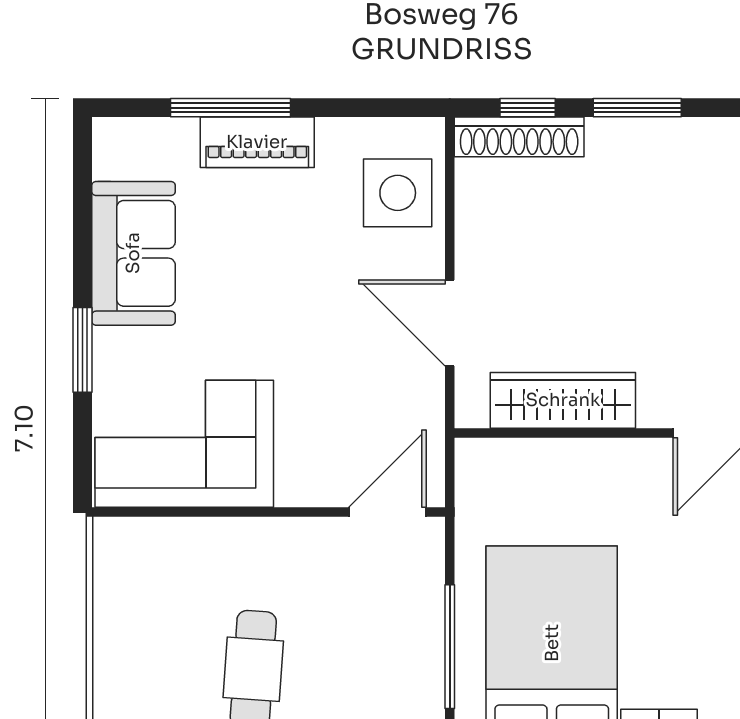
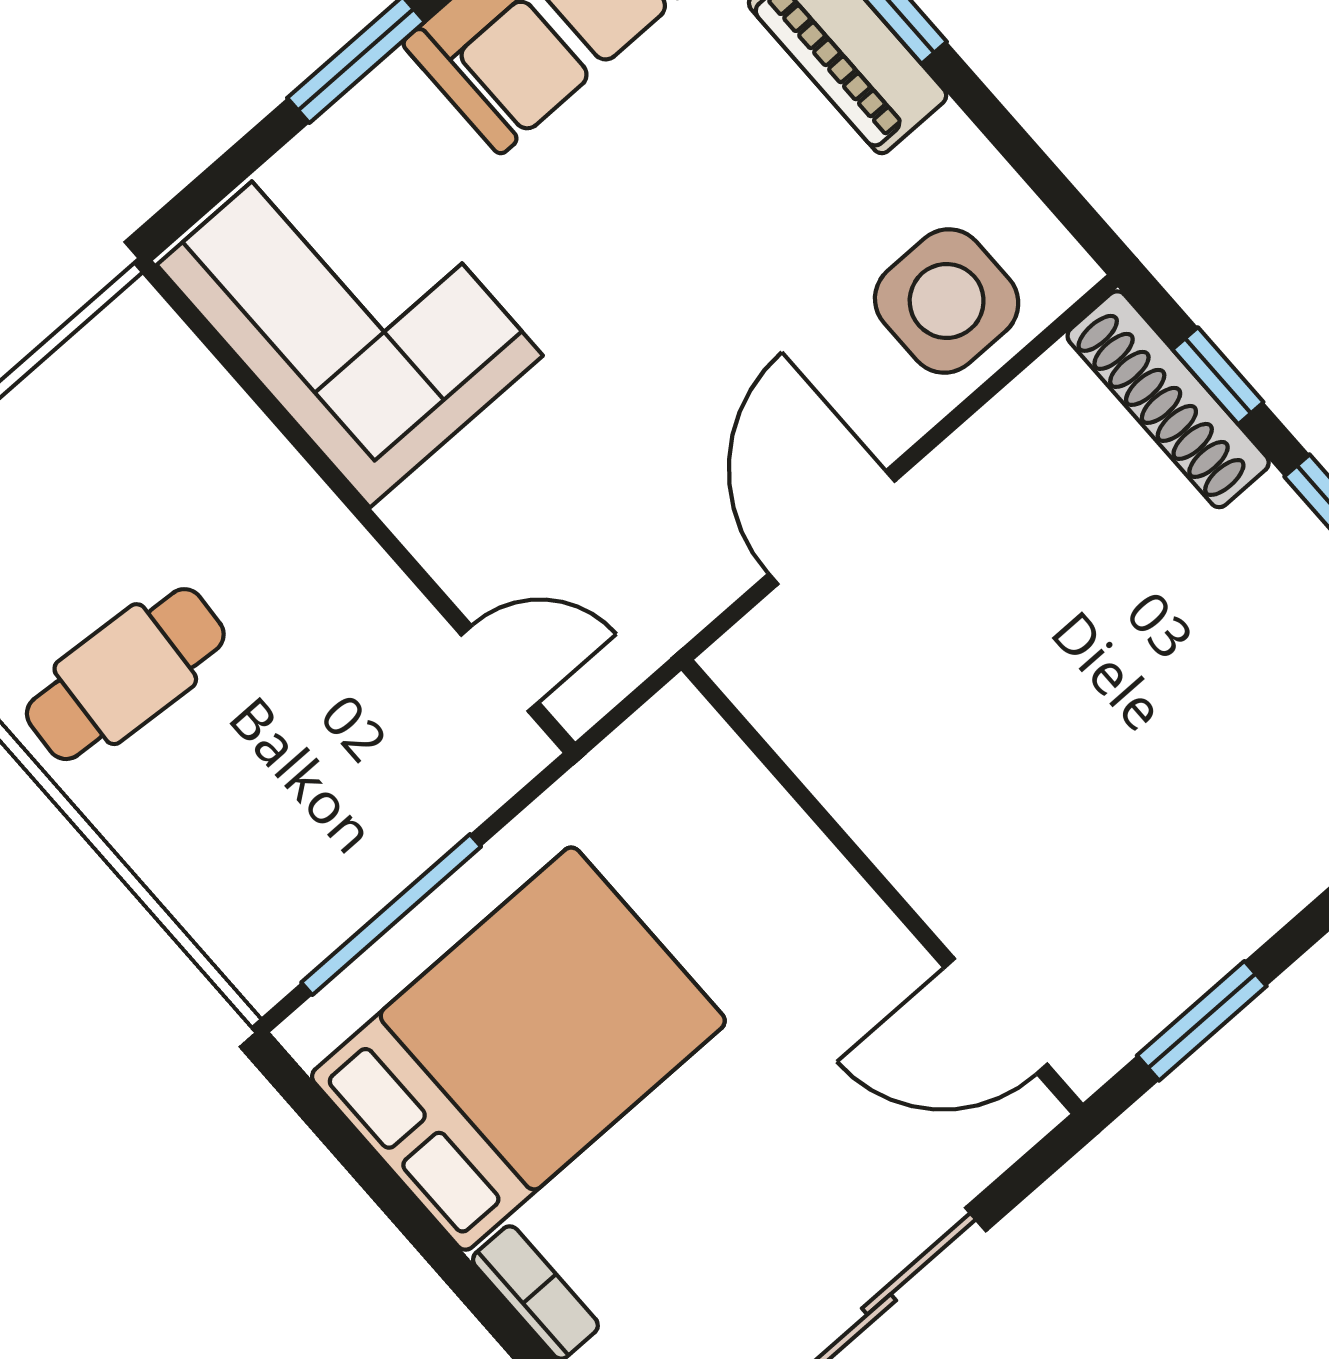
wardrobe: (563, 400) -> (862, 774), removed
door: (387, 512) -> (500, 669), width x0.73

